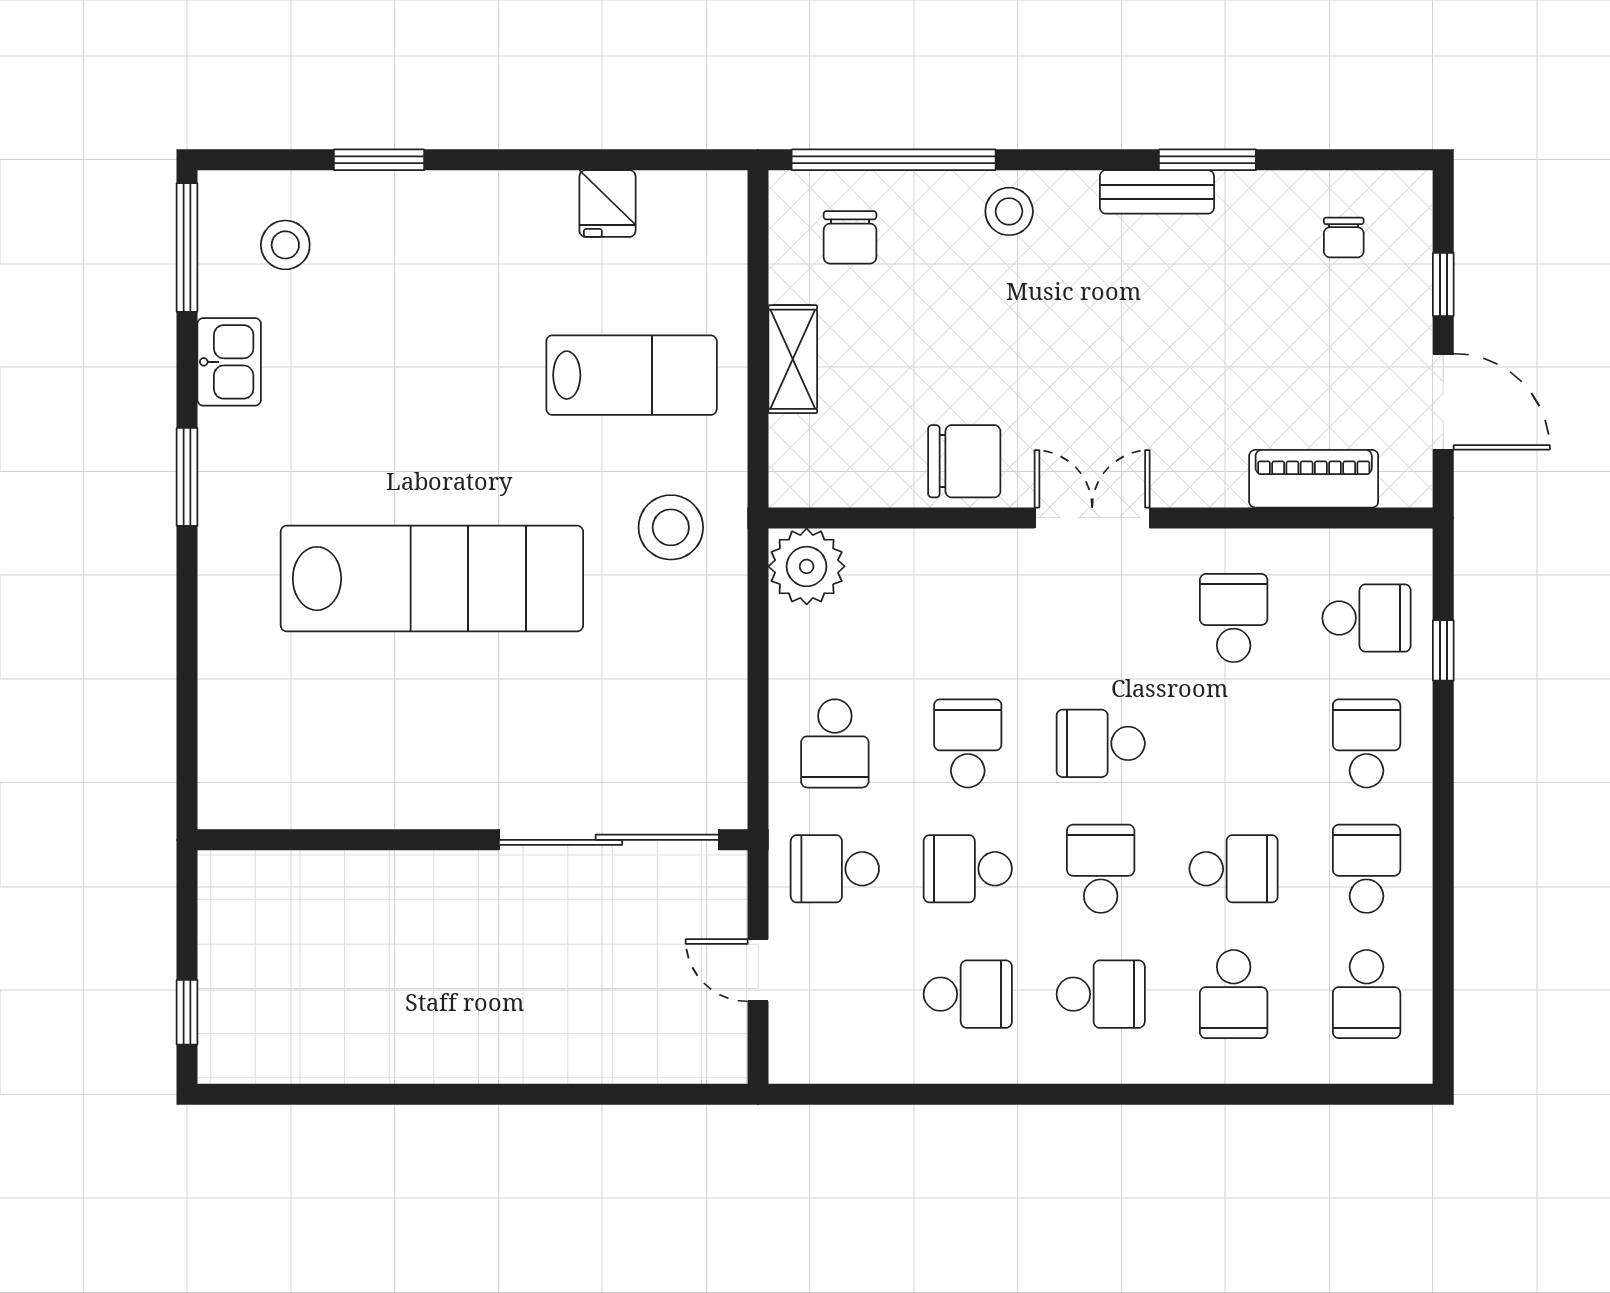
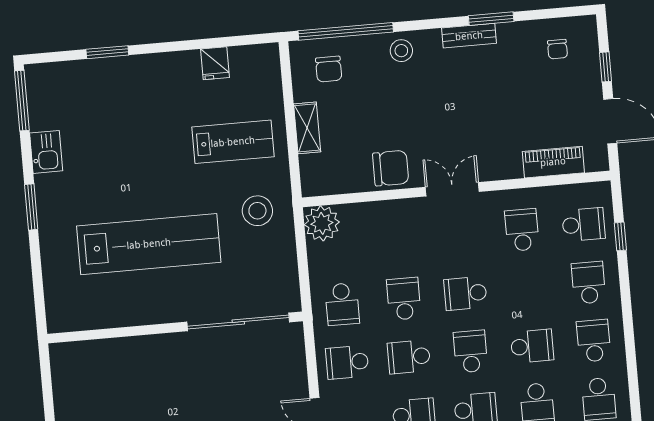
stool: (285, 245) -> (67, 95), removed
wall: (473, 840) -> (175, 327), moved
sliding door: (609, 840) -> (238, 322), moved

